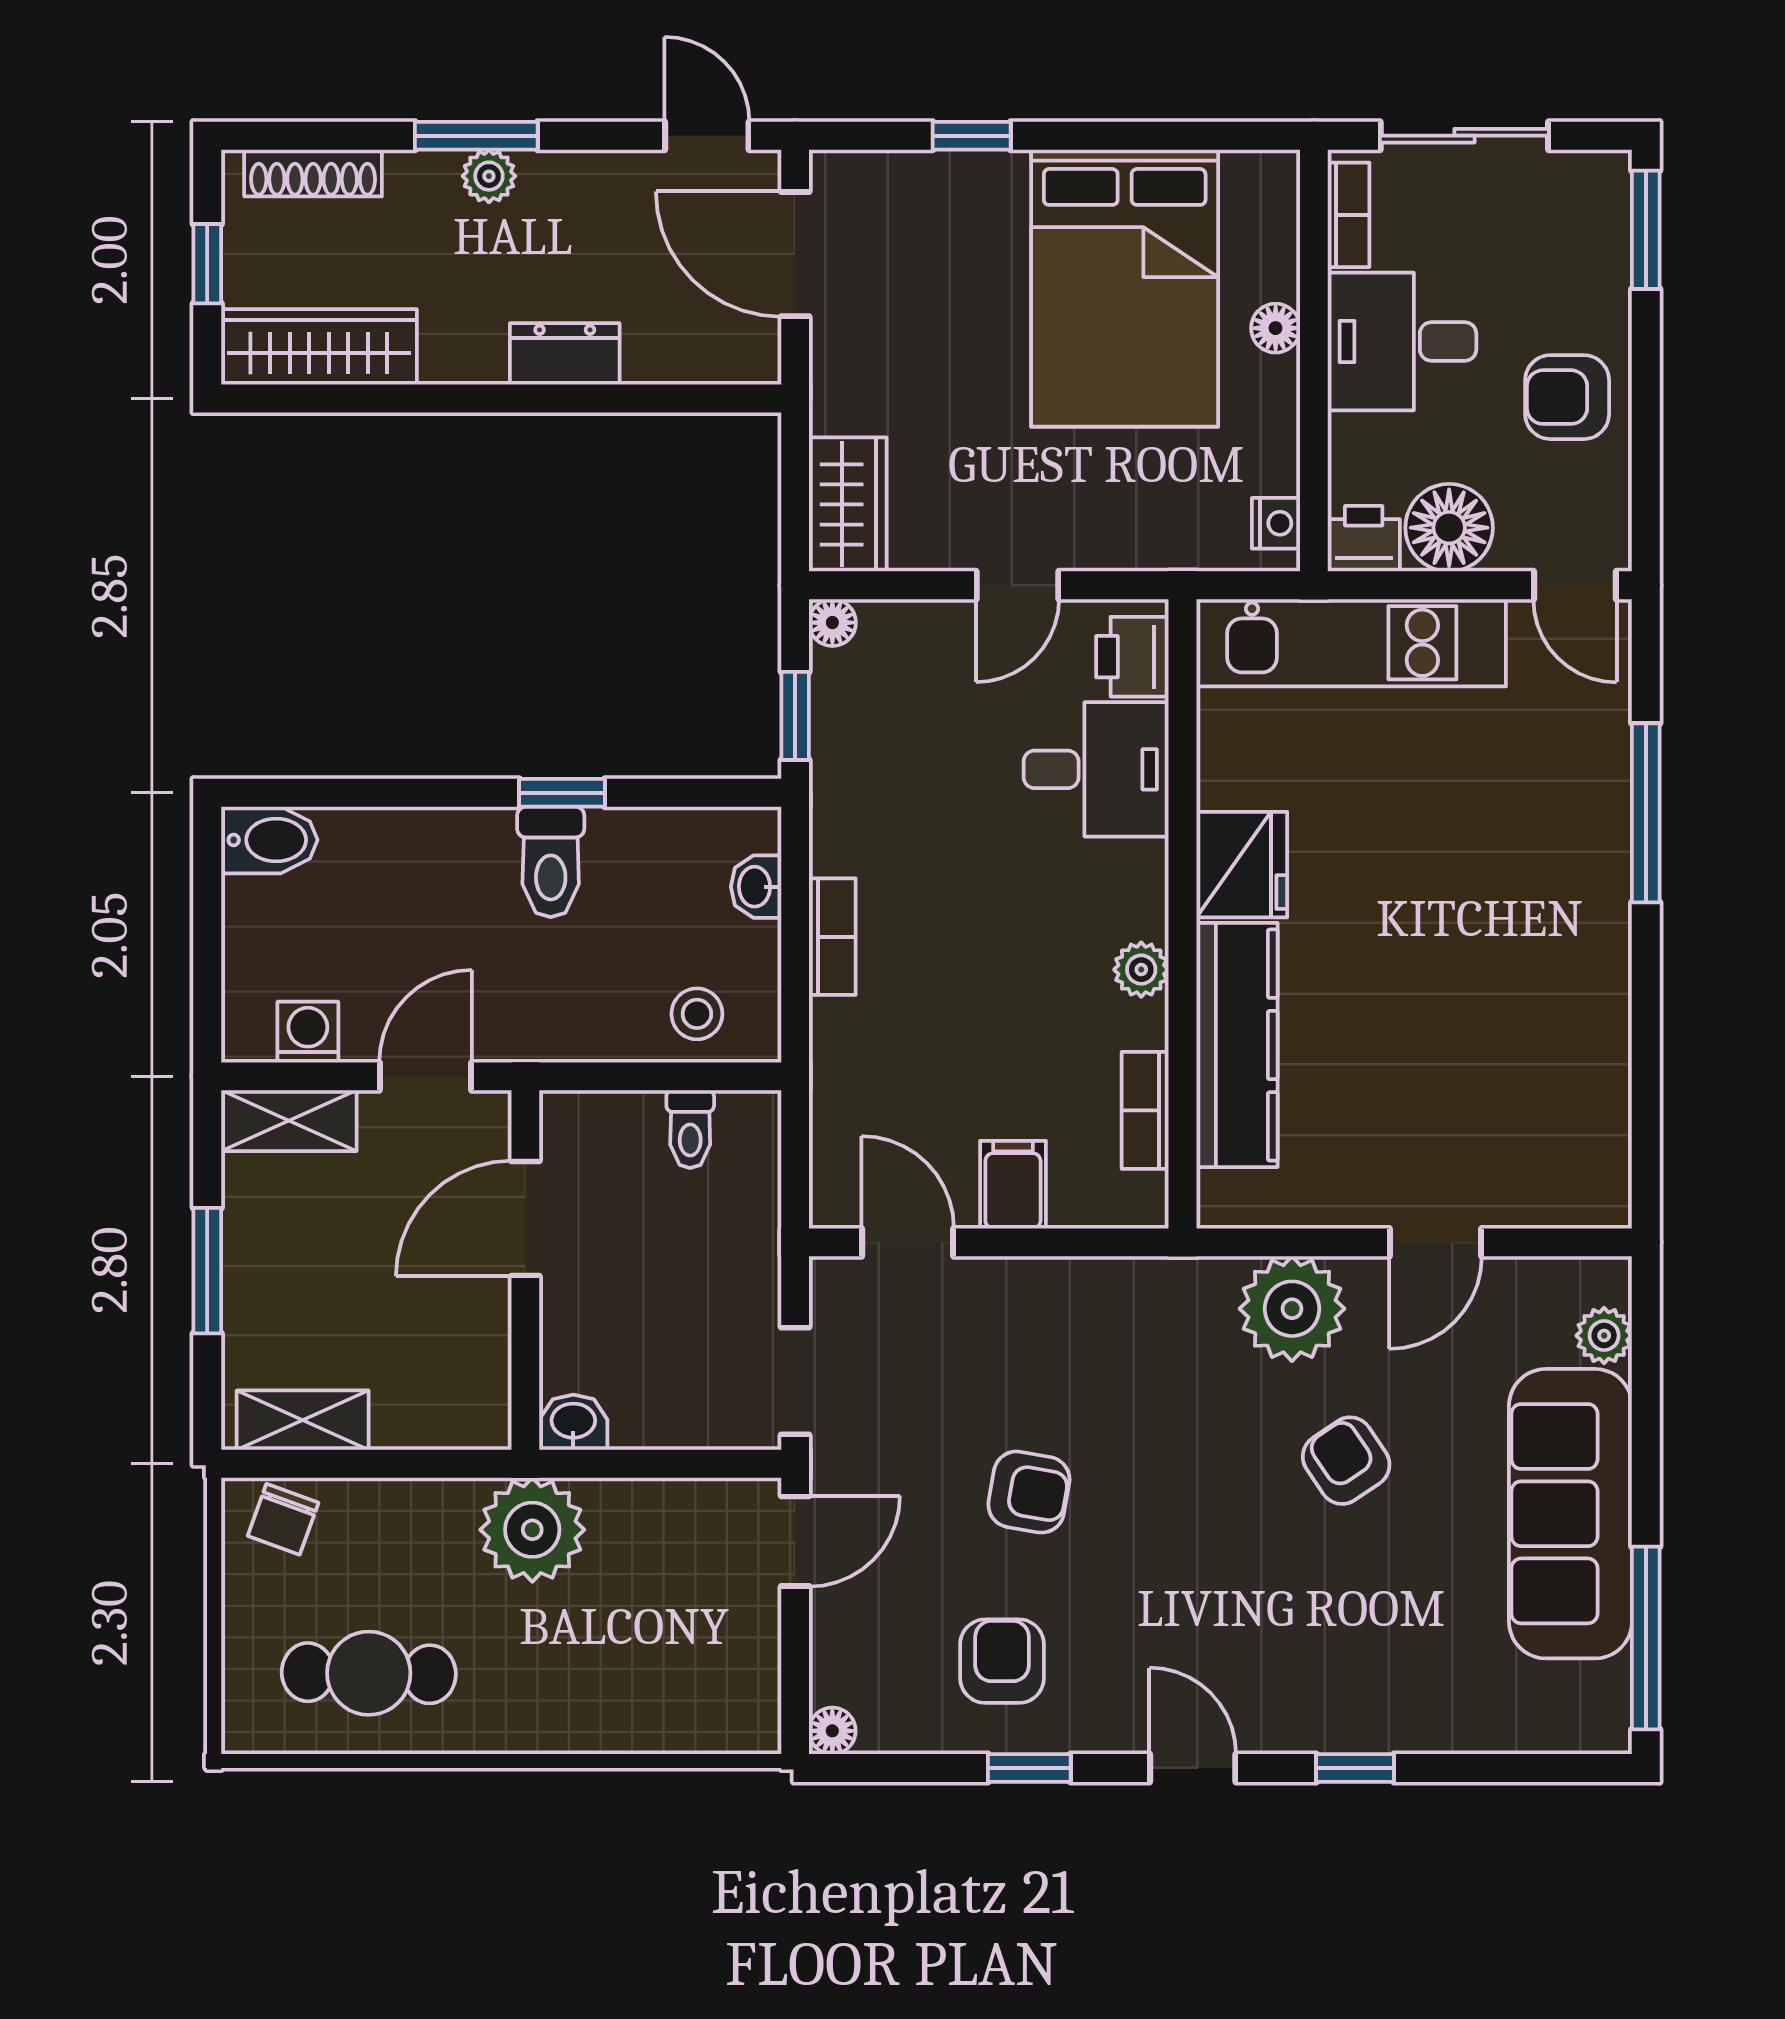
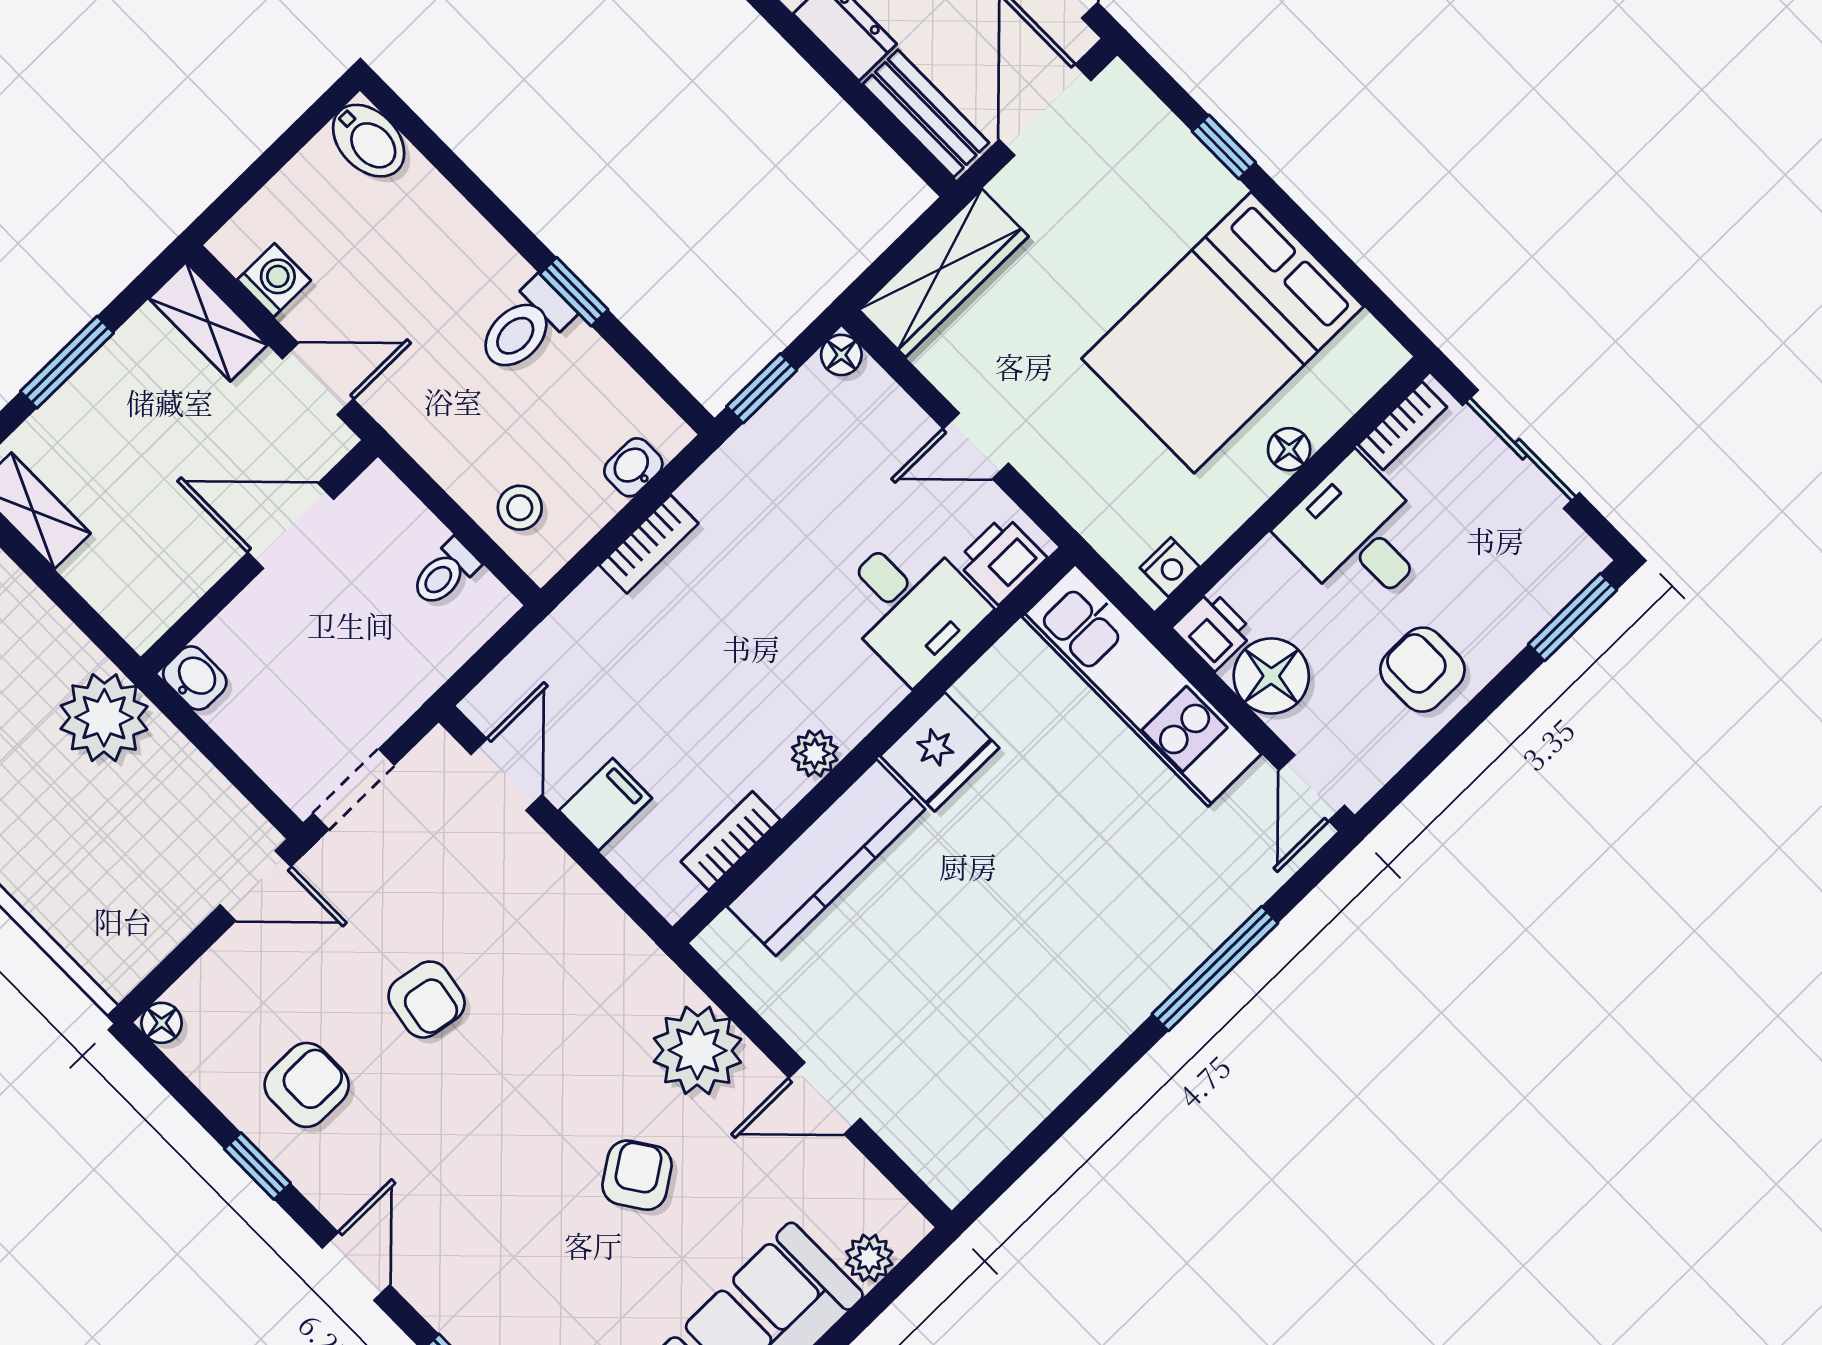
bench: (701, 356) -> (926, 113), added
wardrobe: (848, 504) -> (944, 273), width x1.50

